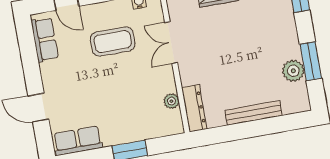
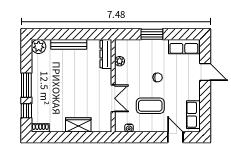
window: (311, 61) -> (26, 85), moved
plant: (293, 71) -> (39, 46), moved
chair: (109, 87) -> (158, 77), added

